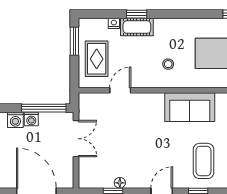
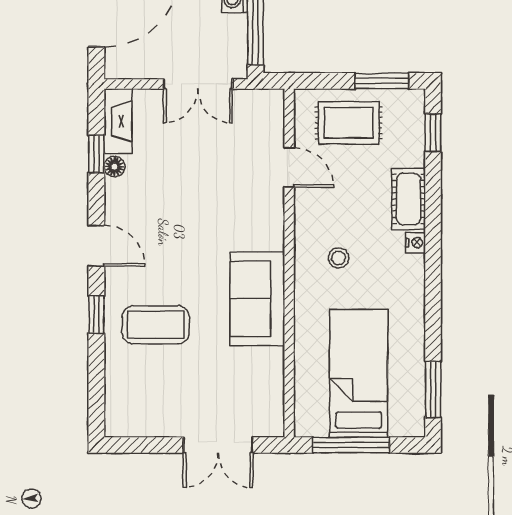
window: (137, 14) -> (433, 133), moved
nightstand: (114, 23) -> (416, 243), moved
fireplace: (96, 181) -> (118, 121), added

